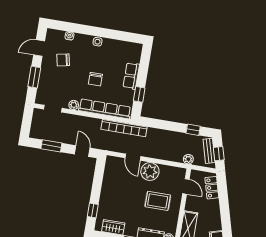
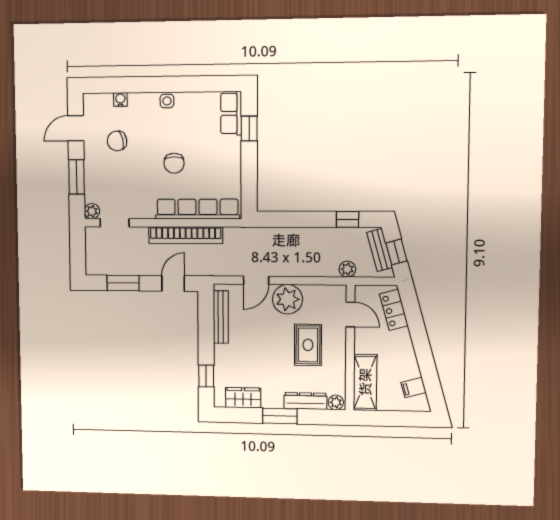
row of seats: (131, 76) -> (231, 113), moved
window: (139, 94) -> (249, 129), moved
plant: (74, 105) -> (92, 211), moved
bookcase: (124, 128) -> (186, 235), moved
door: (82, 151) -> (173, 283), hinge flipped
door: (133, 157) -> (256, 280), hinge flipped
bench: (108, 176) -> (221, 317), added
rug: (158, 201) -> (308, 345), turned 90

